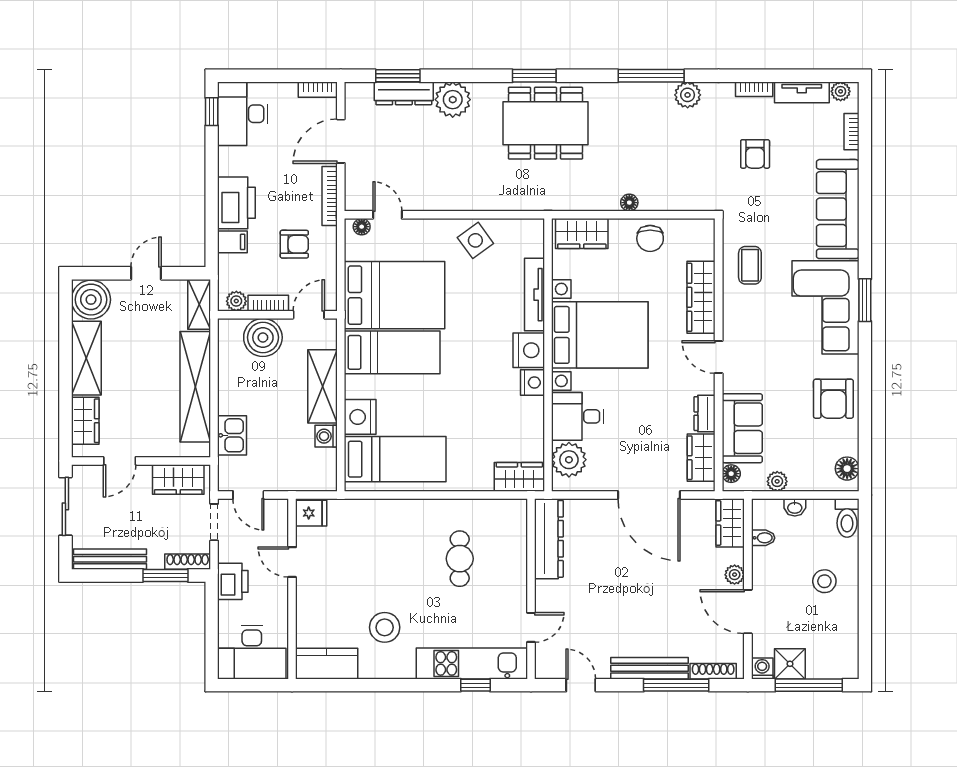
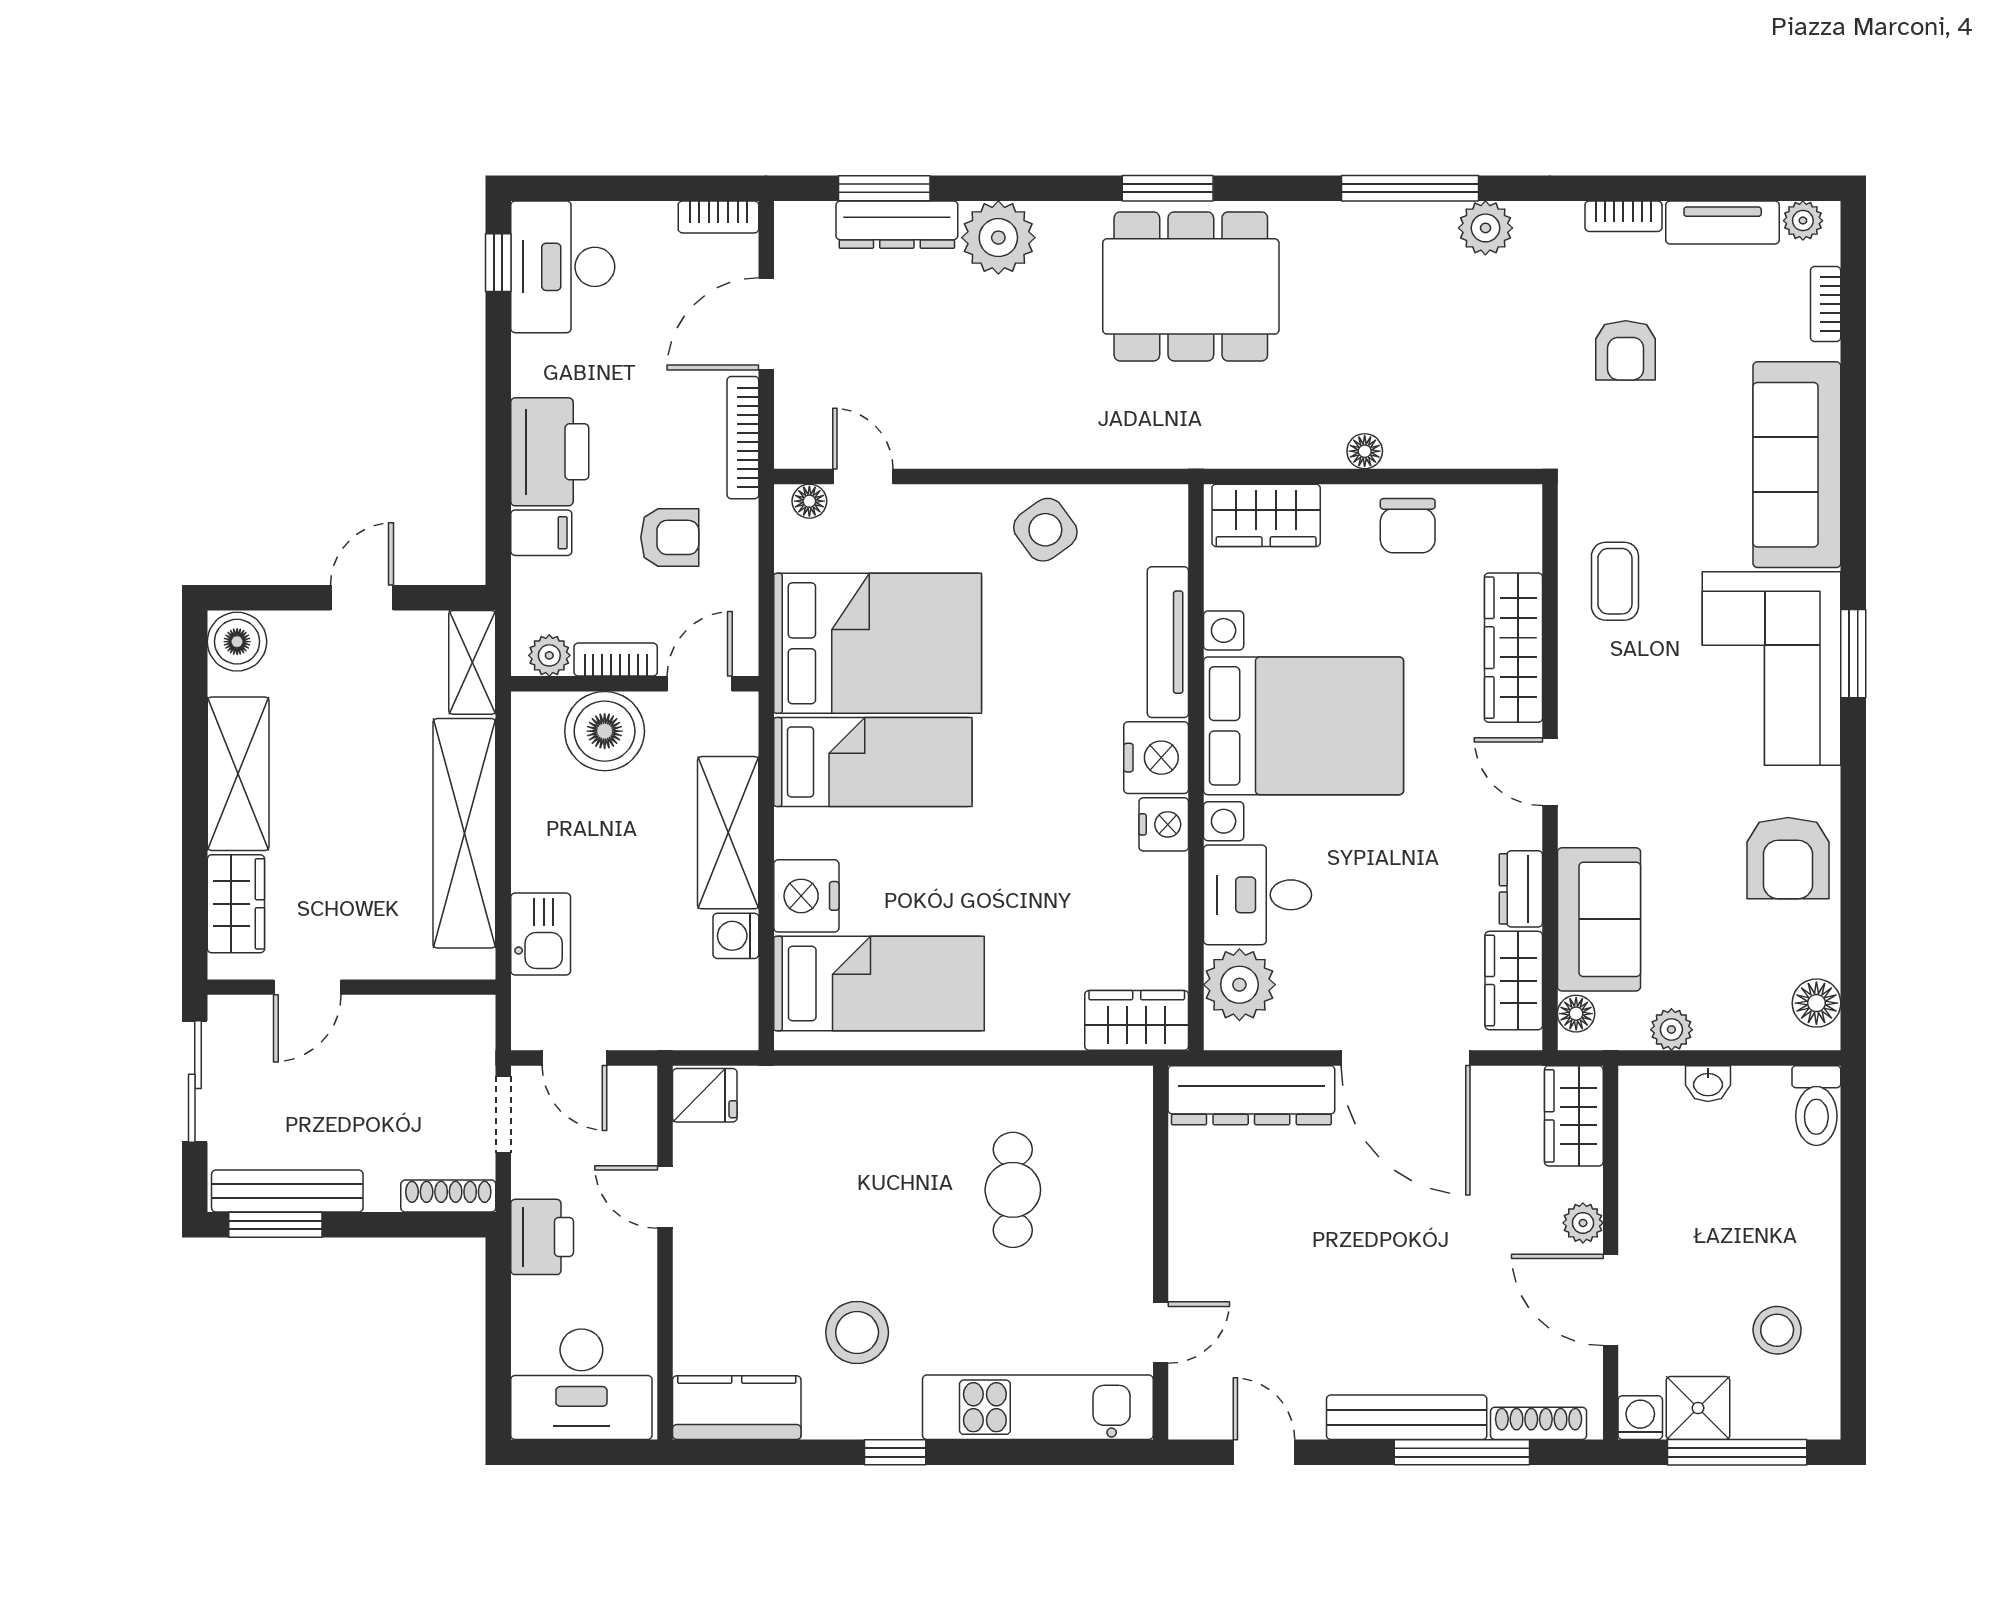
boiler: (91, 300) -> (237, 642), width x0.73, depth x0.73
wardrobe: (178, 479) -> (429, 1026), removed
bidet: (763, 538) -> (1642, 1147), removed
dresser: (549, 539) -> (1251, 1095), moved, turned 90
window: (165, 575) -> (275, 1225), moved
stool: (824, 581) -> (1777, 1330), moved
window: (475, 685) -> (895, 1452), moved

